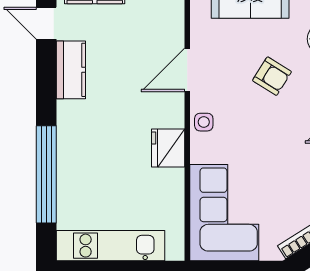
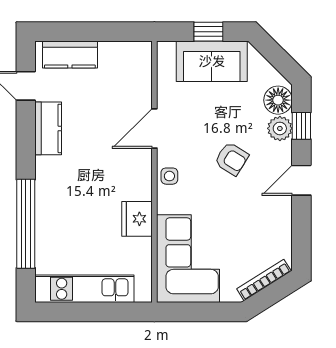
armchair: (272, 76) -> (232, 159), moved
fridge: (168, 148) -> (137, 219), moved

